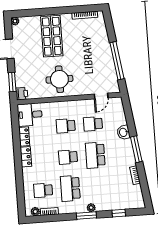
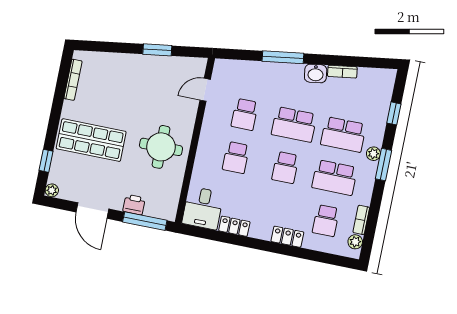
window: (32, 13) -> (46, 161), added
window: (117, 61) -> (157, 50), width x0.47
window: (12, 82) -> (145, 221), width x1.44
printer: (22, 94) -> (134, 205), moved
door: (101, 96) -> (205, 90), swing flipped
washbasin: (124, 132) -> (316, 73), moved
window: (136, 149) -> (283, 57), moved
locker: (26, 157) -> (287, 237), moved
school desk: (98, 186) -> (343, 134), added

